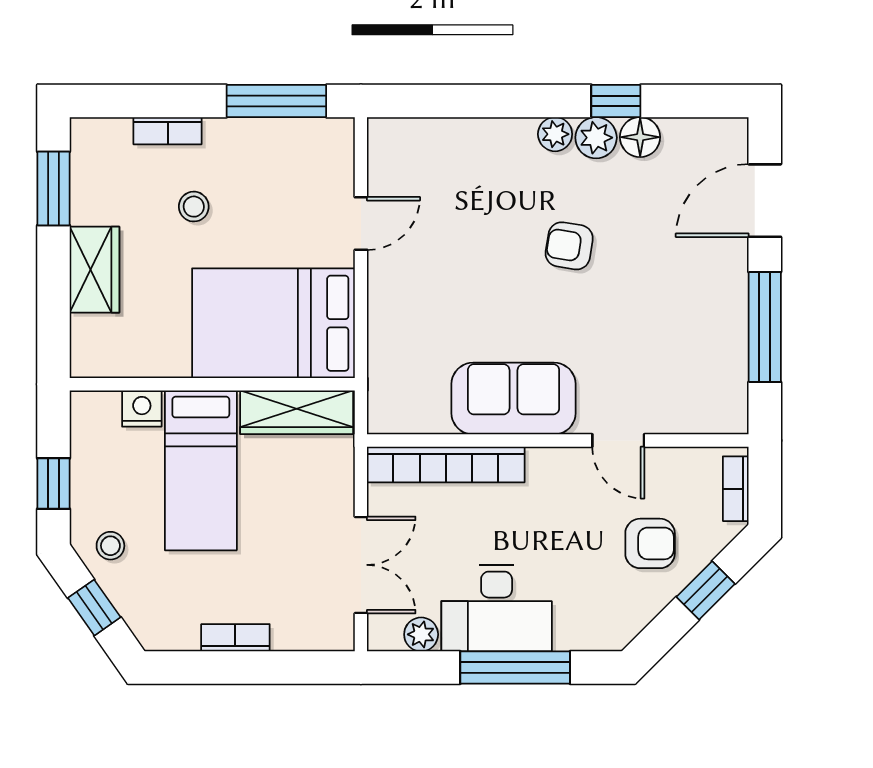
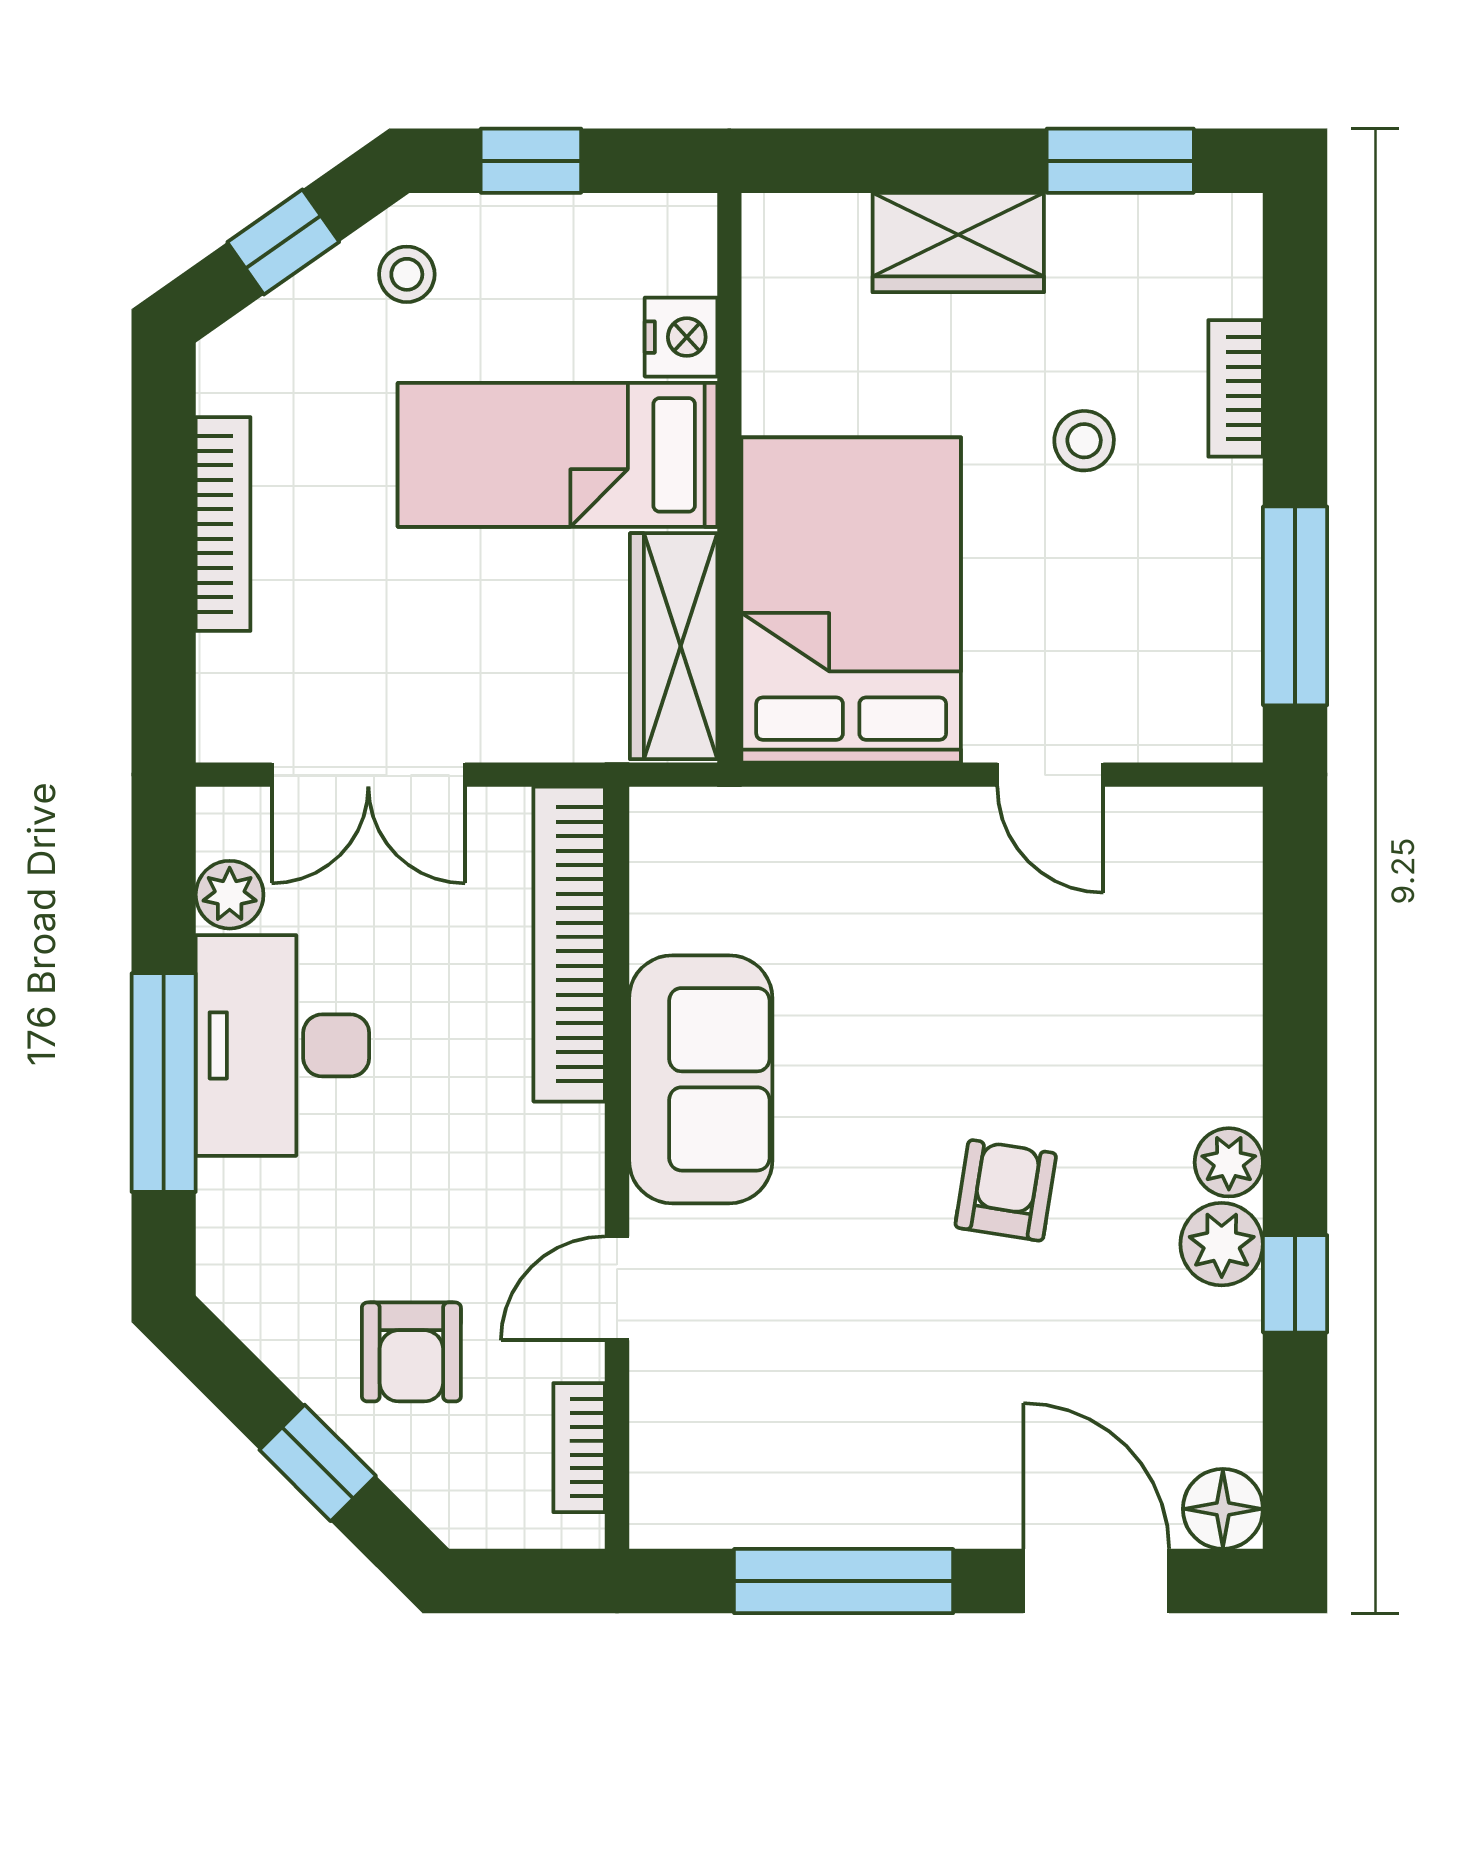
floor lamp: (640, 137) -> (1223, 1509), moved
bookcase: (736, 489) -> (579, 1448), moved, turned -90
bookcase: (235, 638) -> (223, 524), width x1.56

